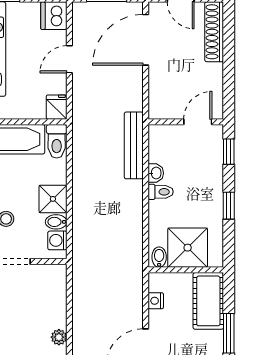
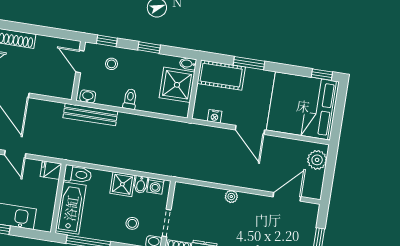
stool: (201, 162) -> (111, 64), added
washbasin: (156, 173) -> (88, 96), moved
bidet: (159, 257) -> (188, 64), moved

